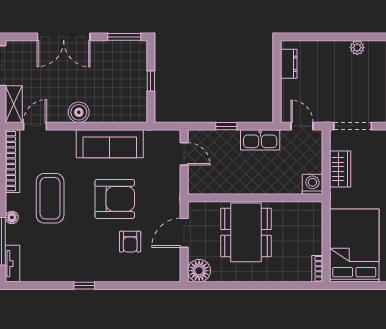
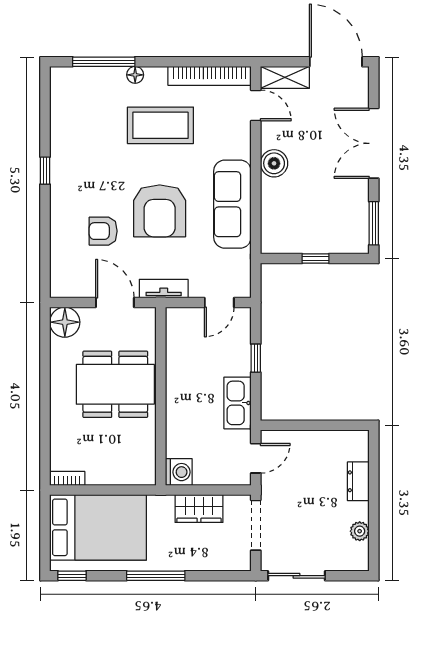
dresser: (289, 64) -> (358, 481), moved, turned 90
tv unit: (12, 264) -> (164, 289), moved, turned 180

